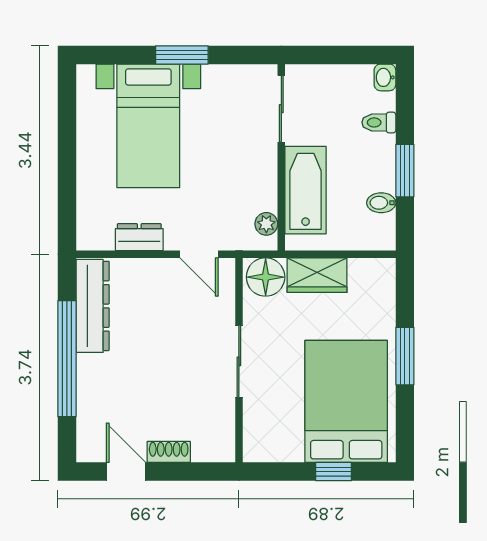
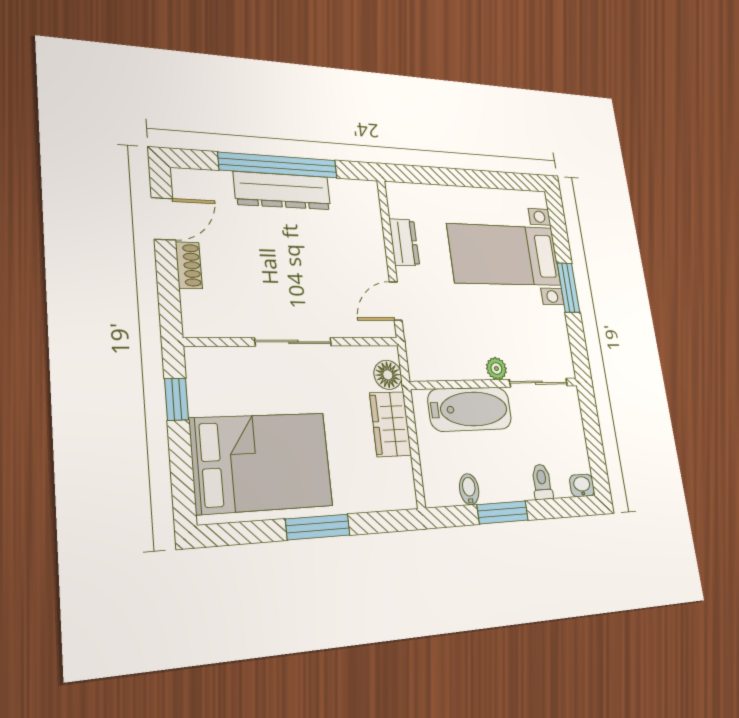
plant: (266, 224) -> (496, 369), moved
floor lamp: (266, 277) -> (388, 375), width x0.73, depth x0.73
dresser: (93, 306) -> (282, 191), moved
window: (334, 472) -> (177, 399), moved

